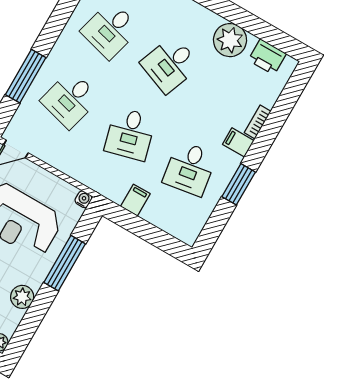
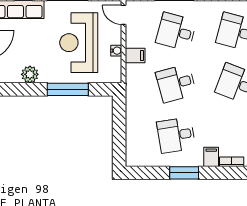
water cooler: (83, 199) -> (116, 51), moved
filing cabinet: (135, 200) -> (135, 56), moved

